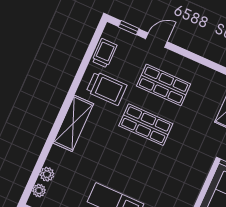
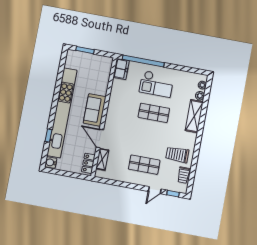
shelving: (73, 123) -> (194, 116), moved
shop shelf: (146, 125) -> (154, 113), moved

